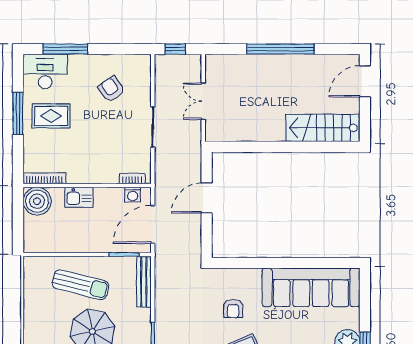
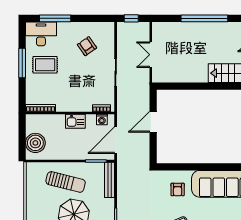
kitchen sink: (79, 197) -> (75, 121), moved
boiler: (37, 201) -> (35, 143), moved
armchair: (233, 309) -> (178, 189), moved

